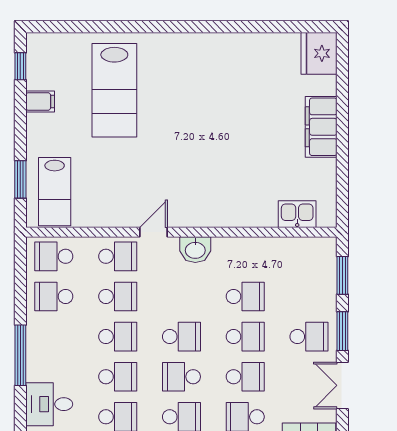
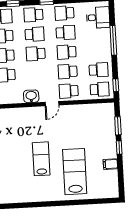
window: (20, 66) -> (119, 148), moved
lab bench: (55, 192) -> (41, 159), moved
window: (20, 263) -> (116, 85), added
school desk: (118, 377) -> (66, 33), turned 180

